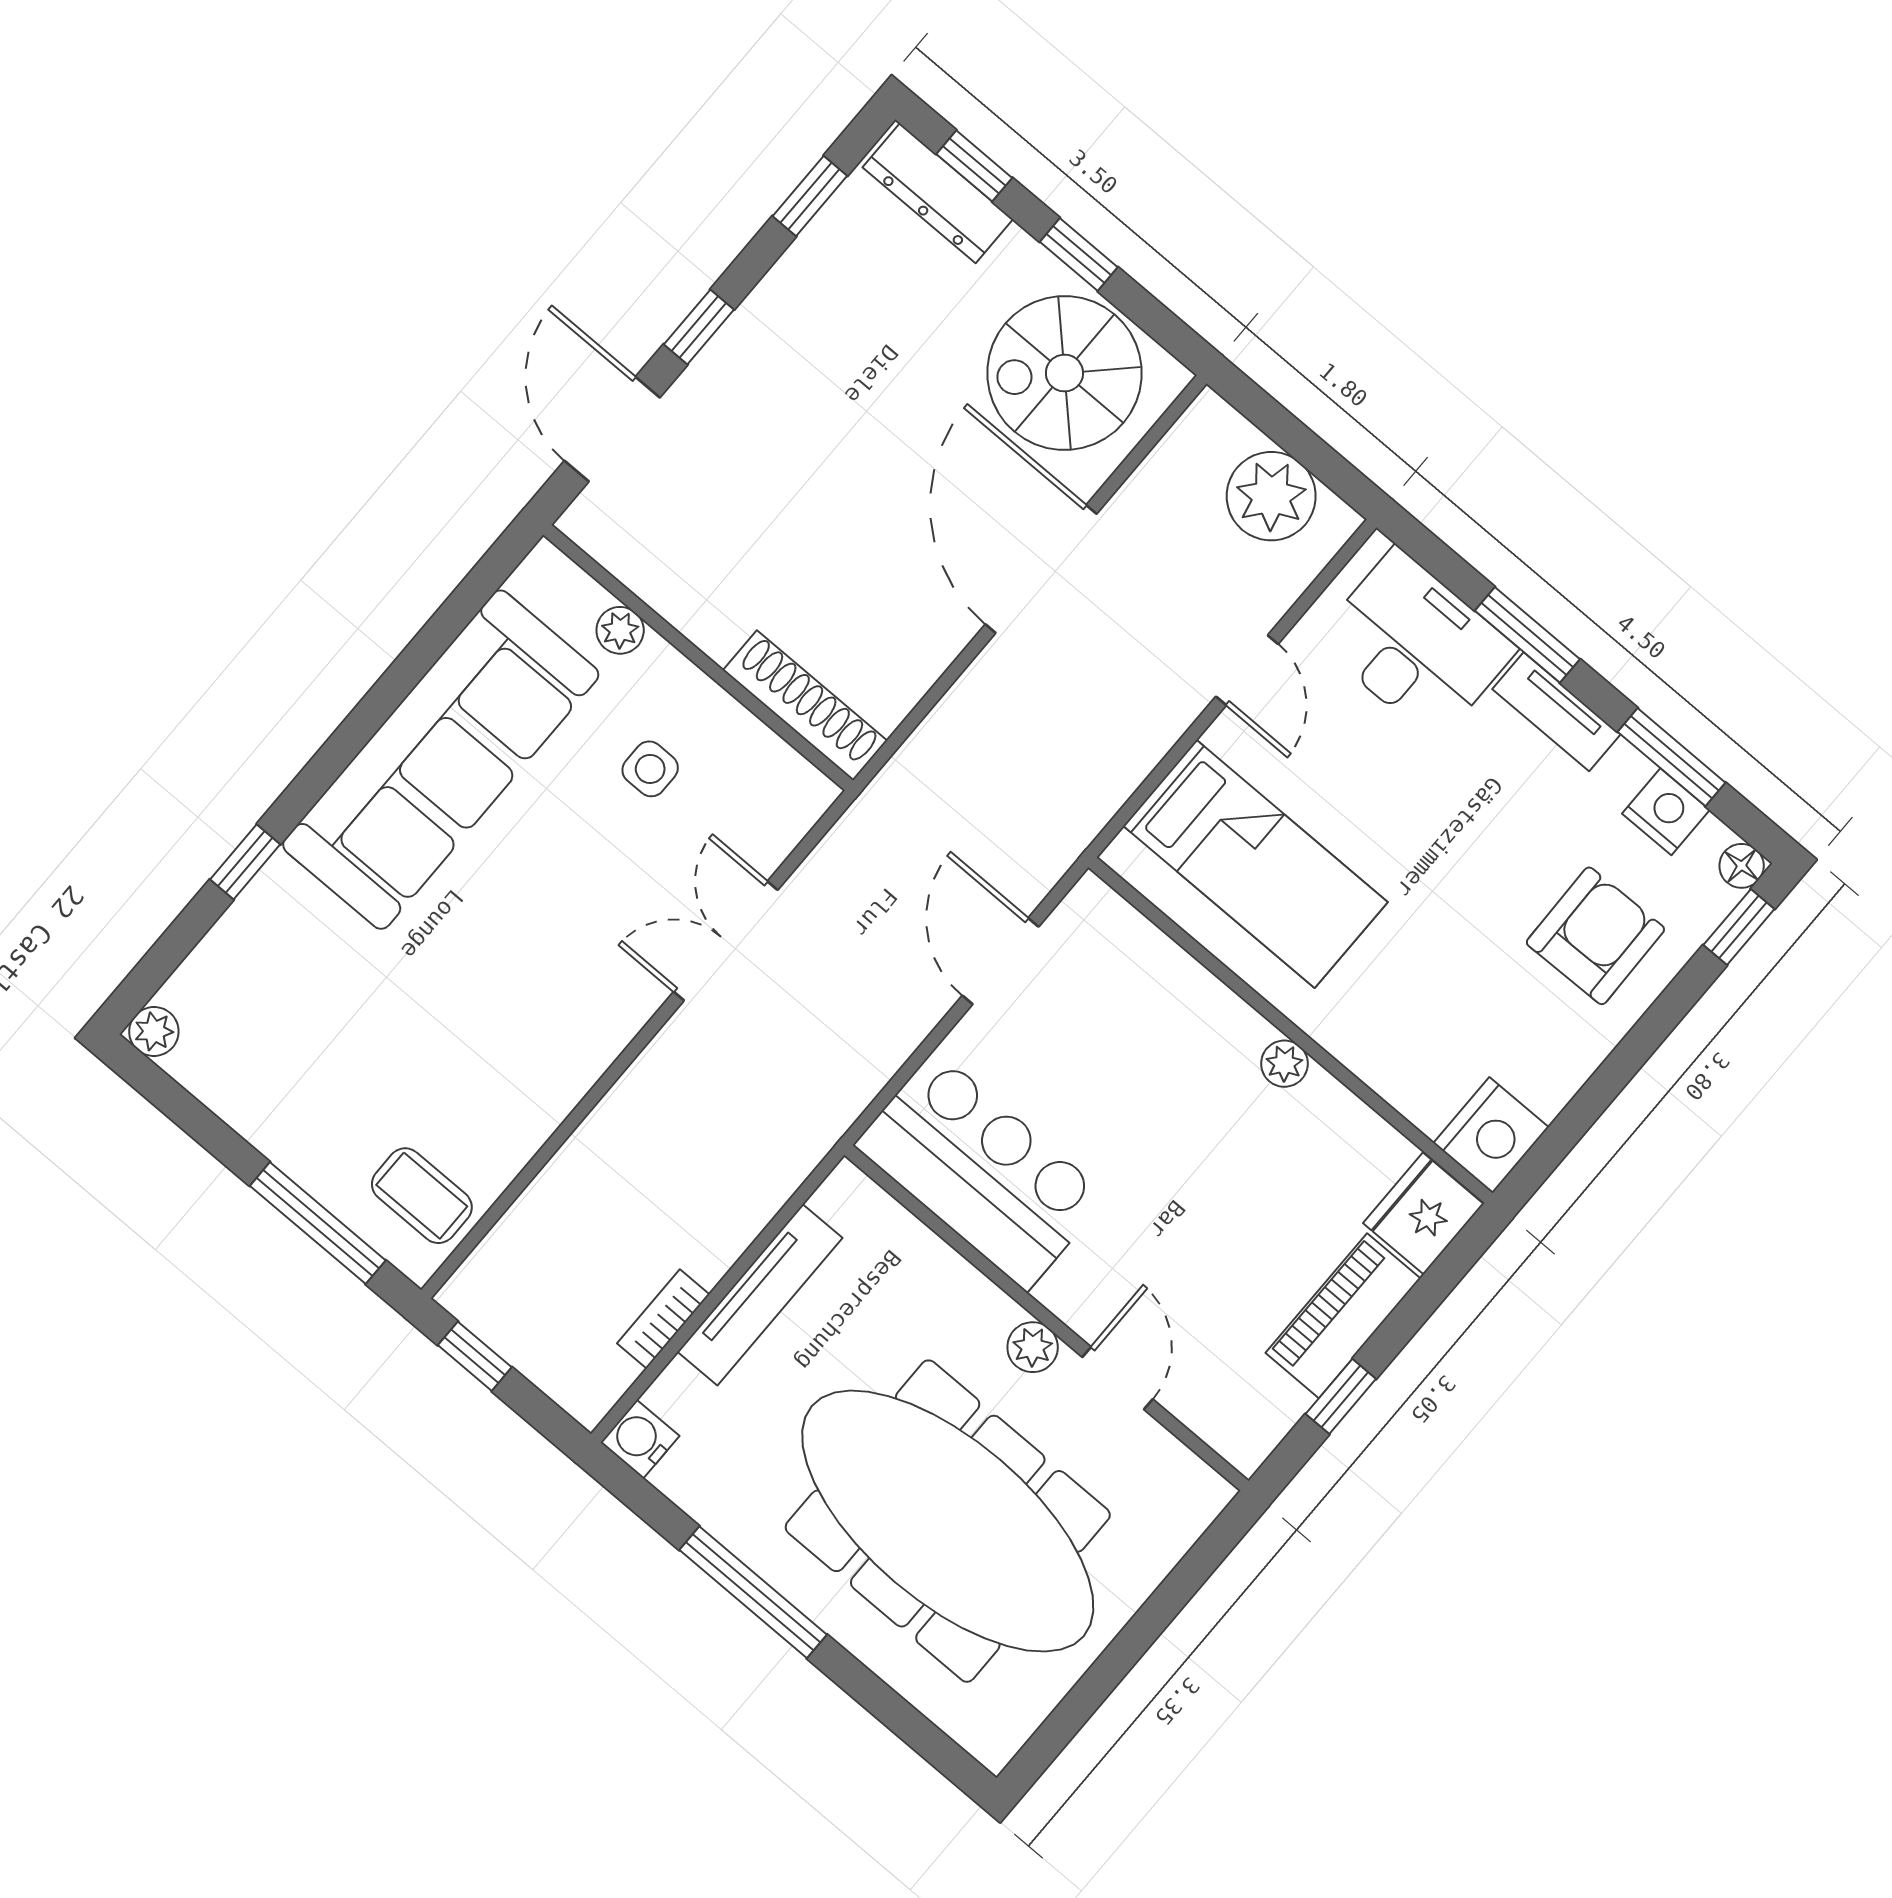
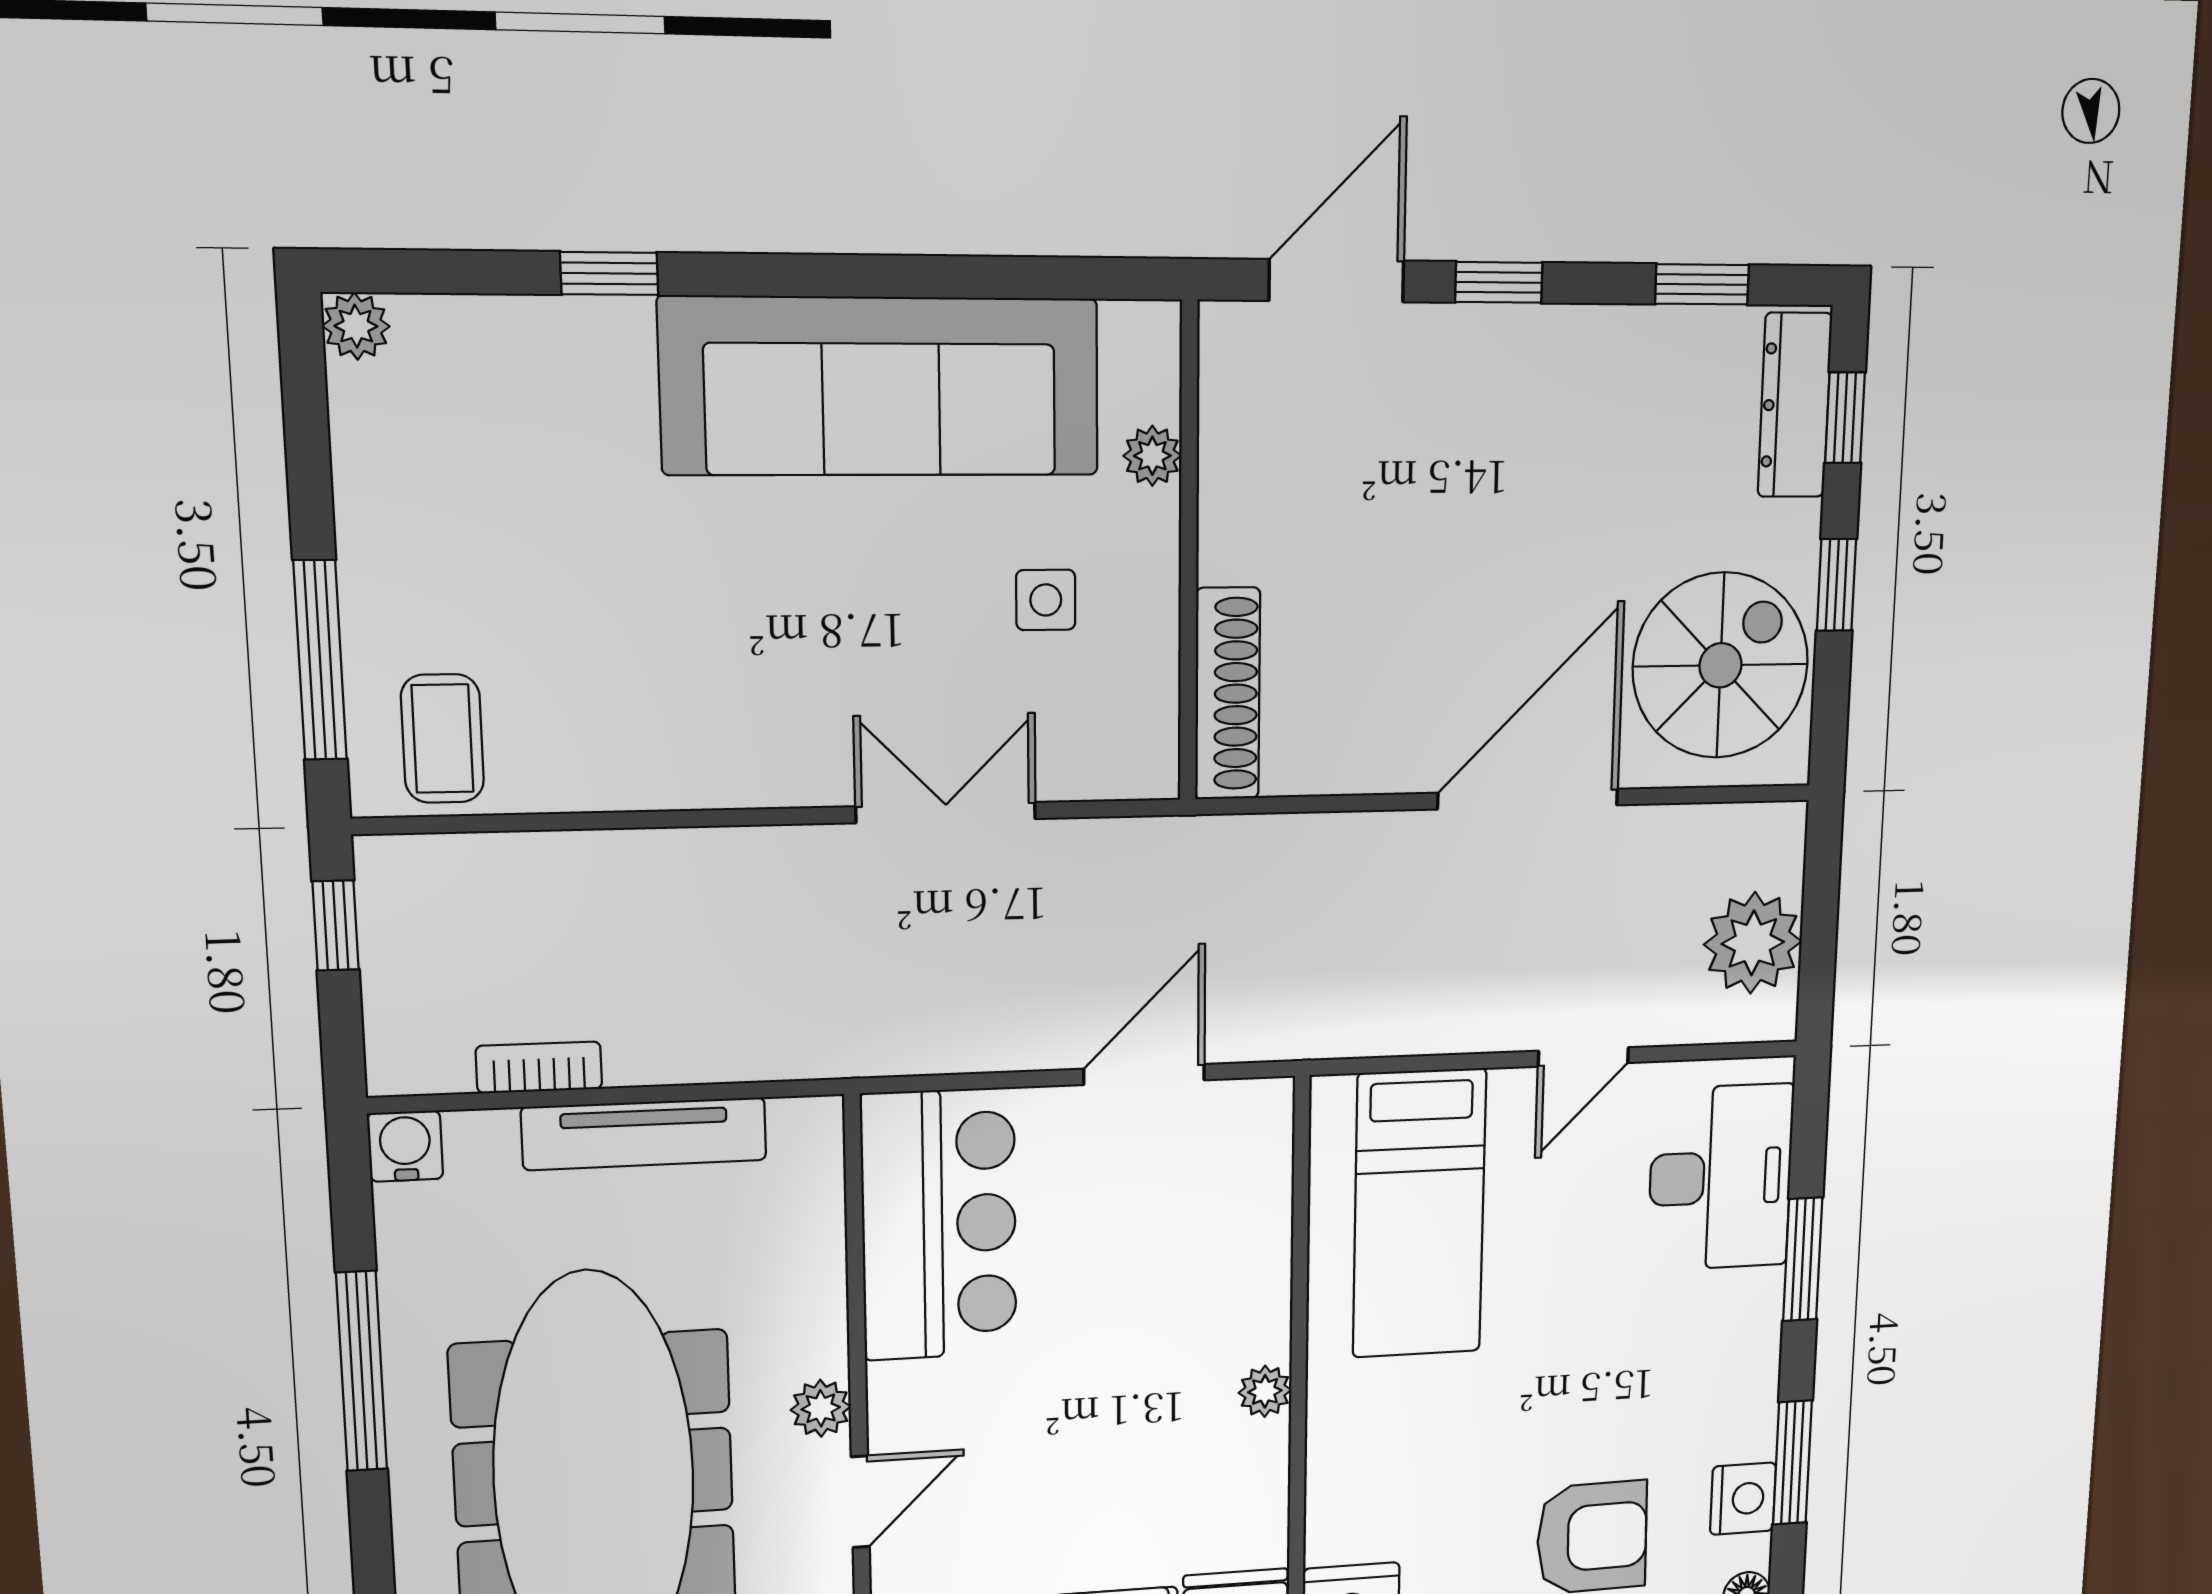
spiral stairs: (1064, 373) -> (1720, 665), turned 90
tv unit: (1556, 712) -> (1756, 1340), removed

